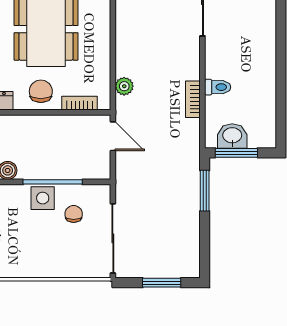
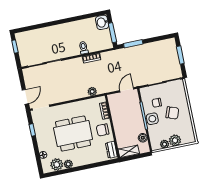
door: (113, 136) -> (127, 90), moved
washbasin: (232, 136) -> (102, 22), moved
chair: (46, 242) -> (172, 113), added

